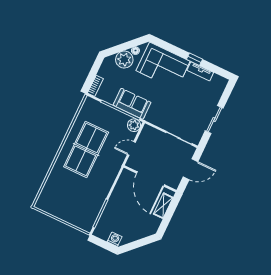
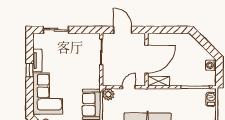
sliding door: (214, 119) -> (56, 30), moved
door: (131, 148) -> (129, 87), swing flipped
shelving: (163, 206) -> (159, 81), moved
barbecue: (81, 223) -> (211, 99), added

